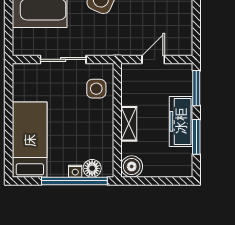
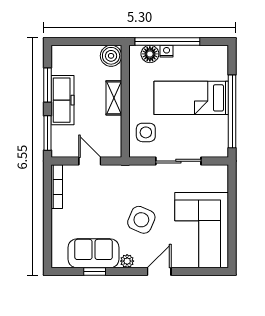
bookcase: (187, 33) -> (57, 187), added
door: (153, 59) -> (90, 161), swing flipped
window: (9, 110) -> (232, 111), added
bed: (30, 140) -> (191, 98), moved, turned 90

